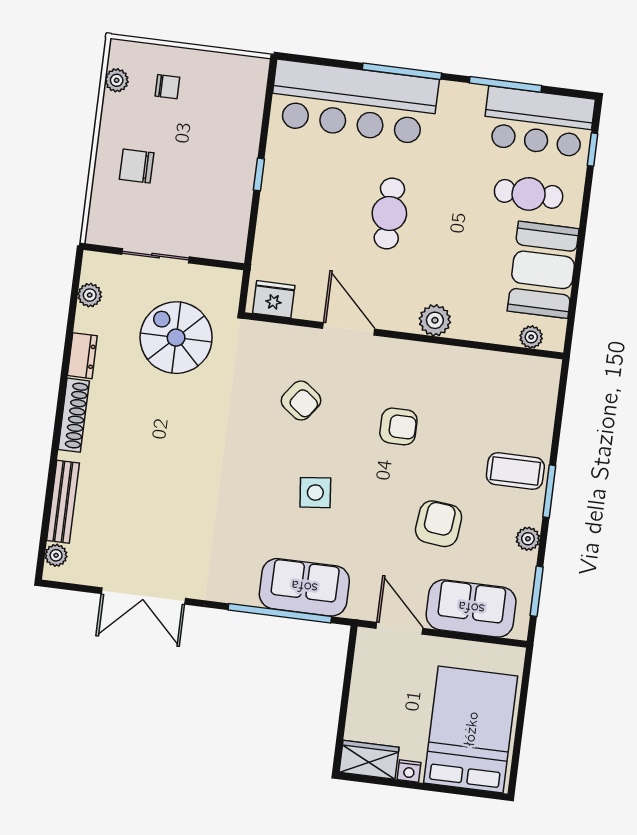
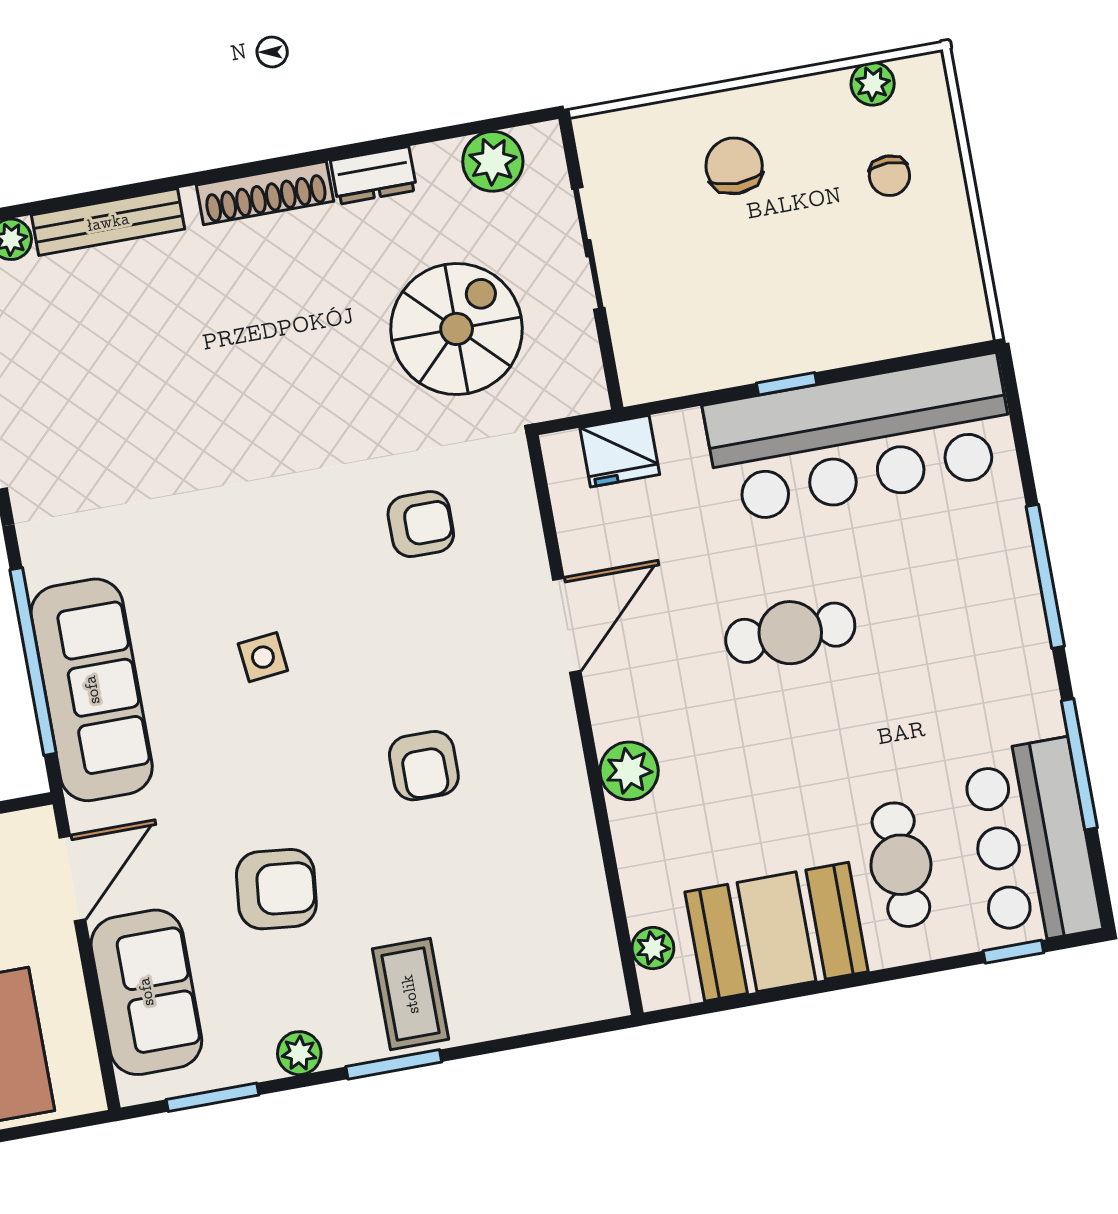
bar counter: (354, 102) -> (860, 439), moved, turned -90
plant: (90, 295) -> (493, 161), width x1.38, depth x1.38
fridge: (274, 299) -> (620, 451), moved, turned 90
armchair: (301, 401) -> (421, 524), moved, turned -127
side table: (315, 493) -> (263, 657), width x0.73, depth x0.73
sofa: (304, 587) -> (92, 690), width x1.36

